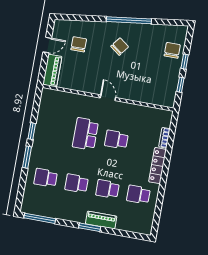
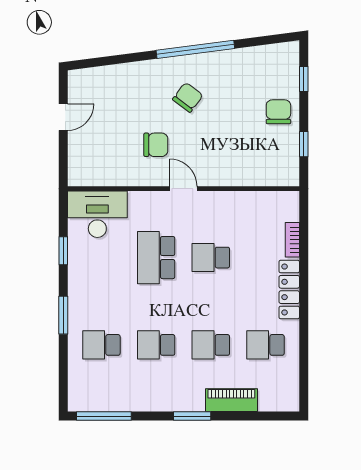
chair: (79, 44) -> (156, 145), moved, turned 90
chair: (172, 50) -> (278, 112), moved
window: (185, 62) -> (304, 79), moved
piano: (52, 71) -> (80, 159), removed
desk: (57, 103) -> (97, 214), added
window: (32, 131) -> (63, 251), moved
piano: (101, 220) -> (231, 400), moved

